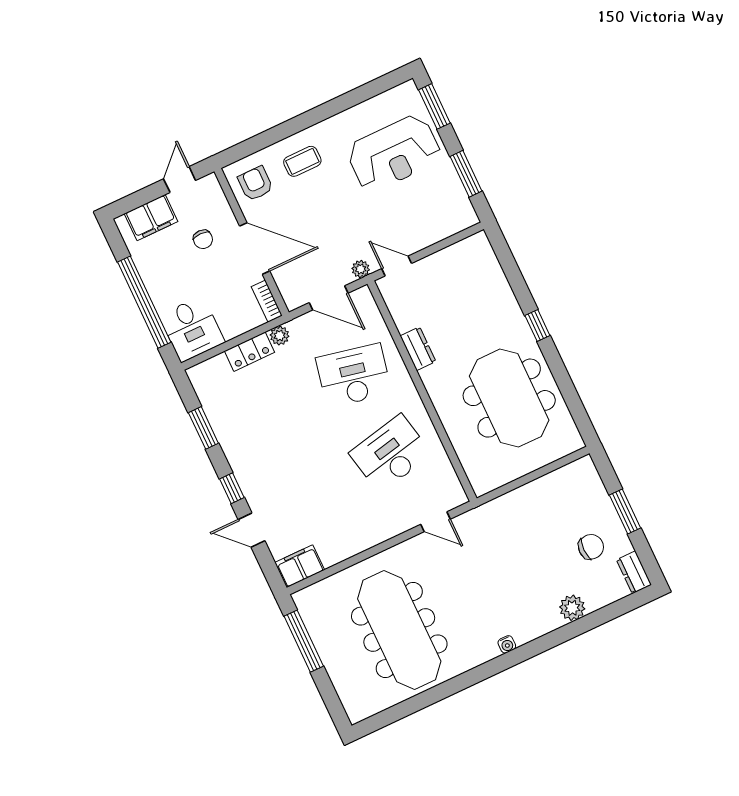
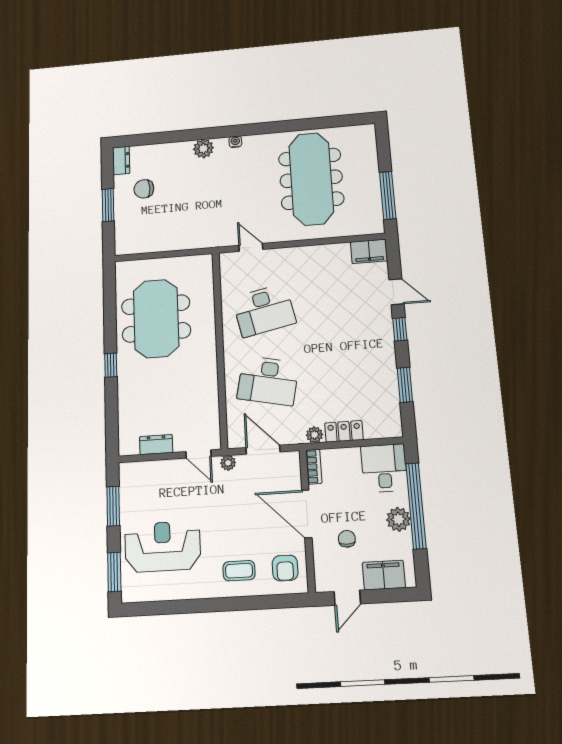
plant: (157, 281) -> (398, 519), added
dresser: (418, 349) -> (156, 445), moved, turned 90
plant: (572, 608) -> (203, 149), moved

